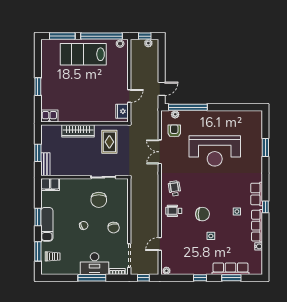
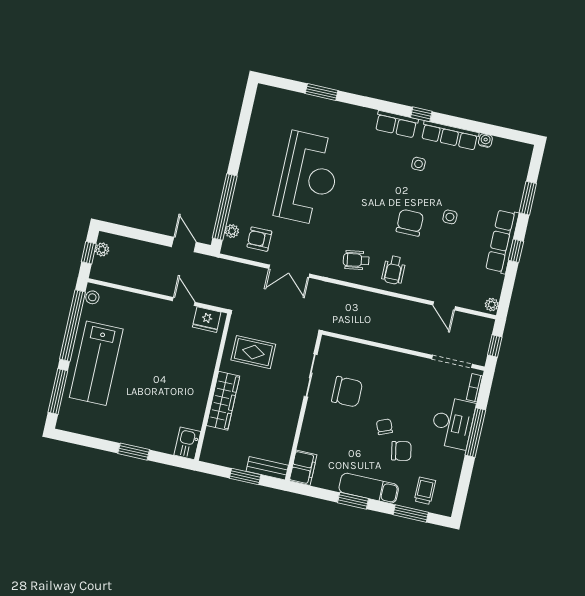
chair: (114, 228) -> (401, 451), moved
row of seats: (230, 269) -> (502, 241), moved

